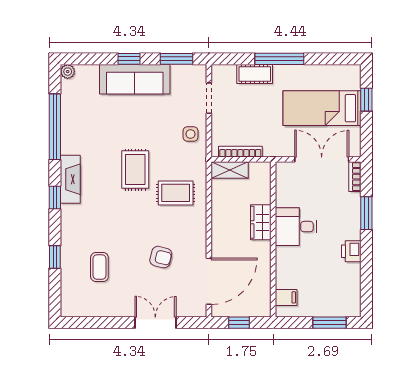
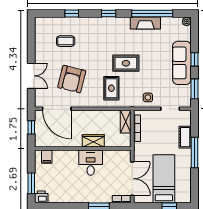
fireplace: (70, 179) -> (145, 23), moved
printer: (351, 251) -> (41, 197), moved
armchair: (161, 257) -> (72, 79), width x1.88, depth x1.88

